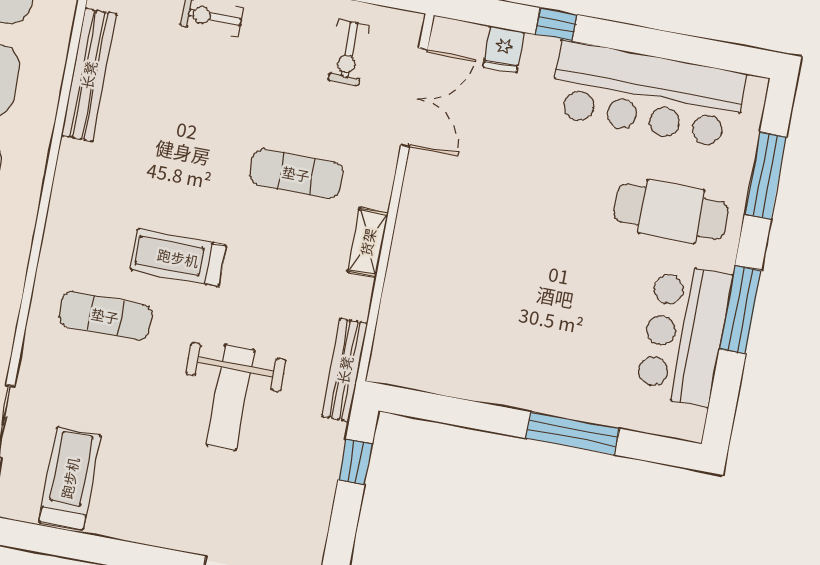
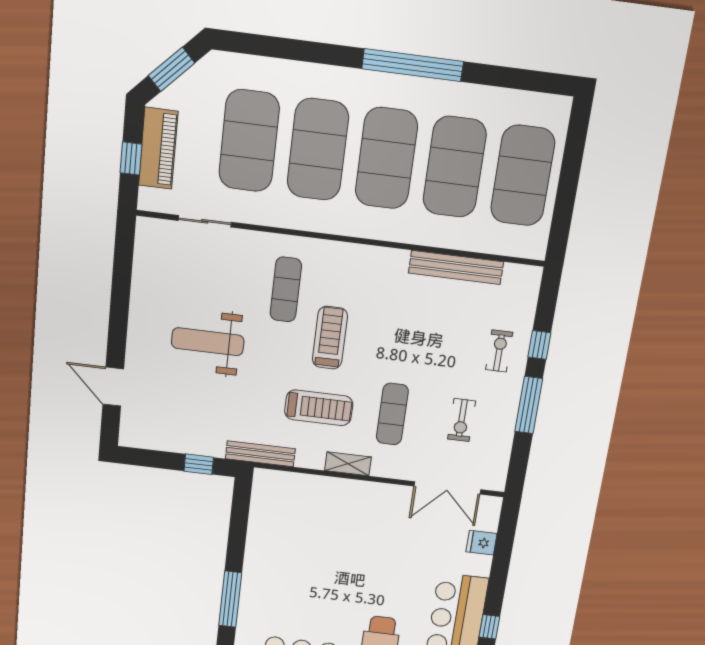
window: (556, 25) -> (489, 627), moved
exercise bike: (349, 53) -> (462, 420), moved, turned -90
weight bench: (230, 397) -> (208, 342), moved
treadmill: (70, 478) -> (319, 408), moved

